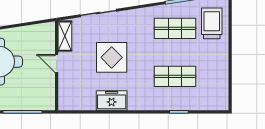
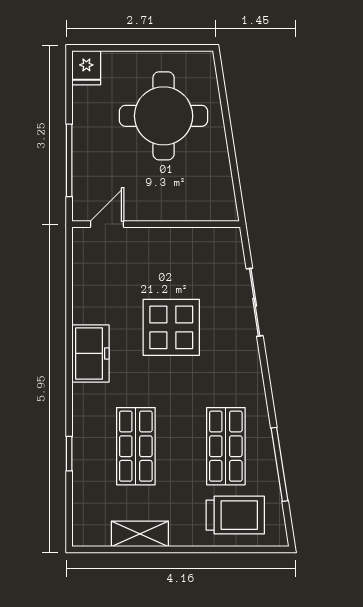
shelving: (65, 36) -> (140, 534), moved
door: (57, 64) -> (107, 224), moved
freezer: (112, 101) -> (91, 353), moved

